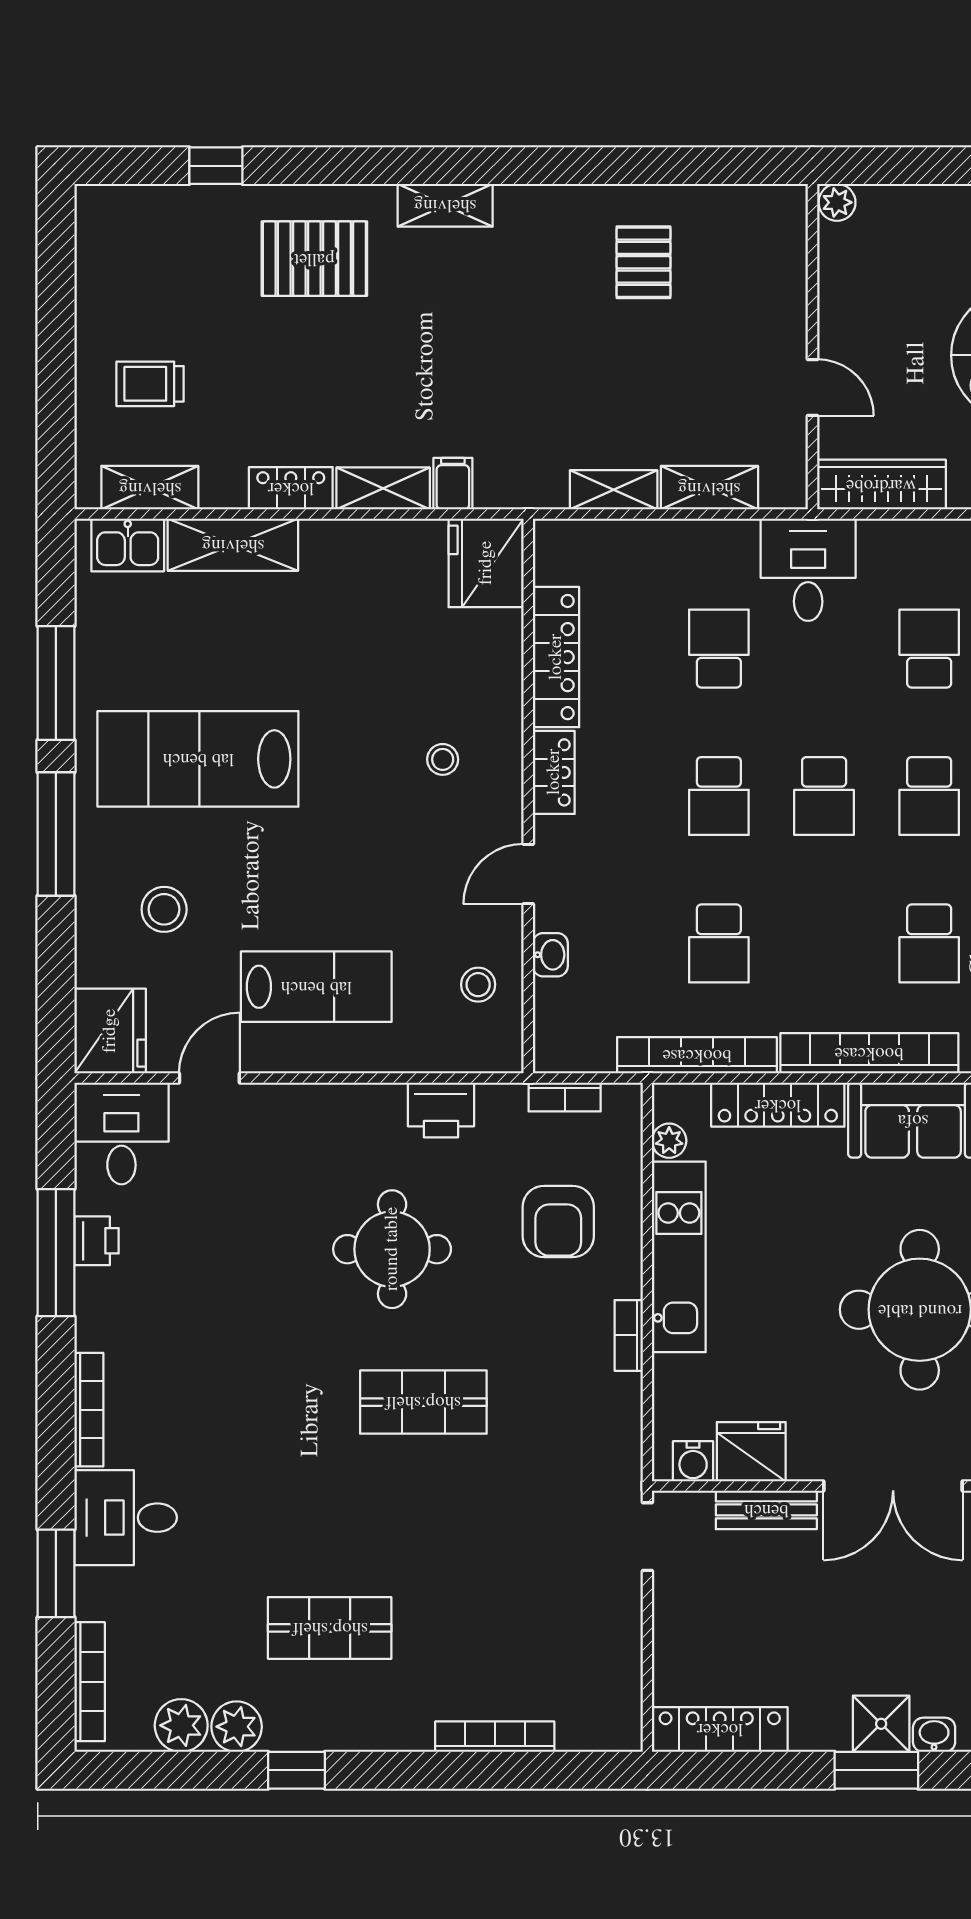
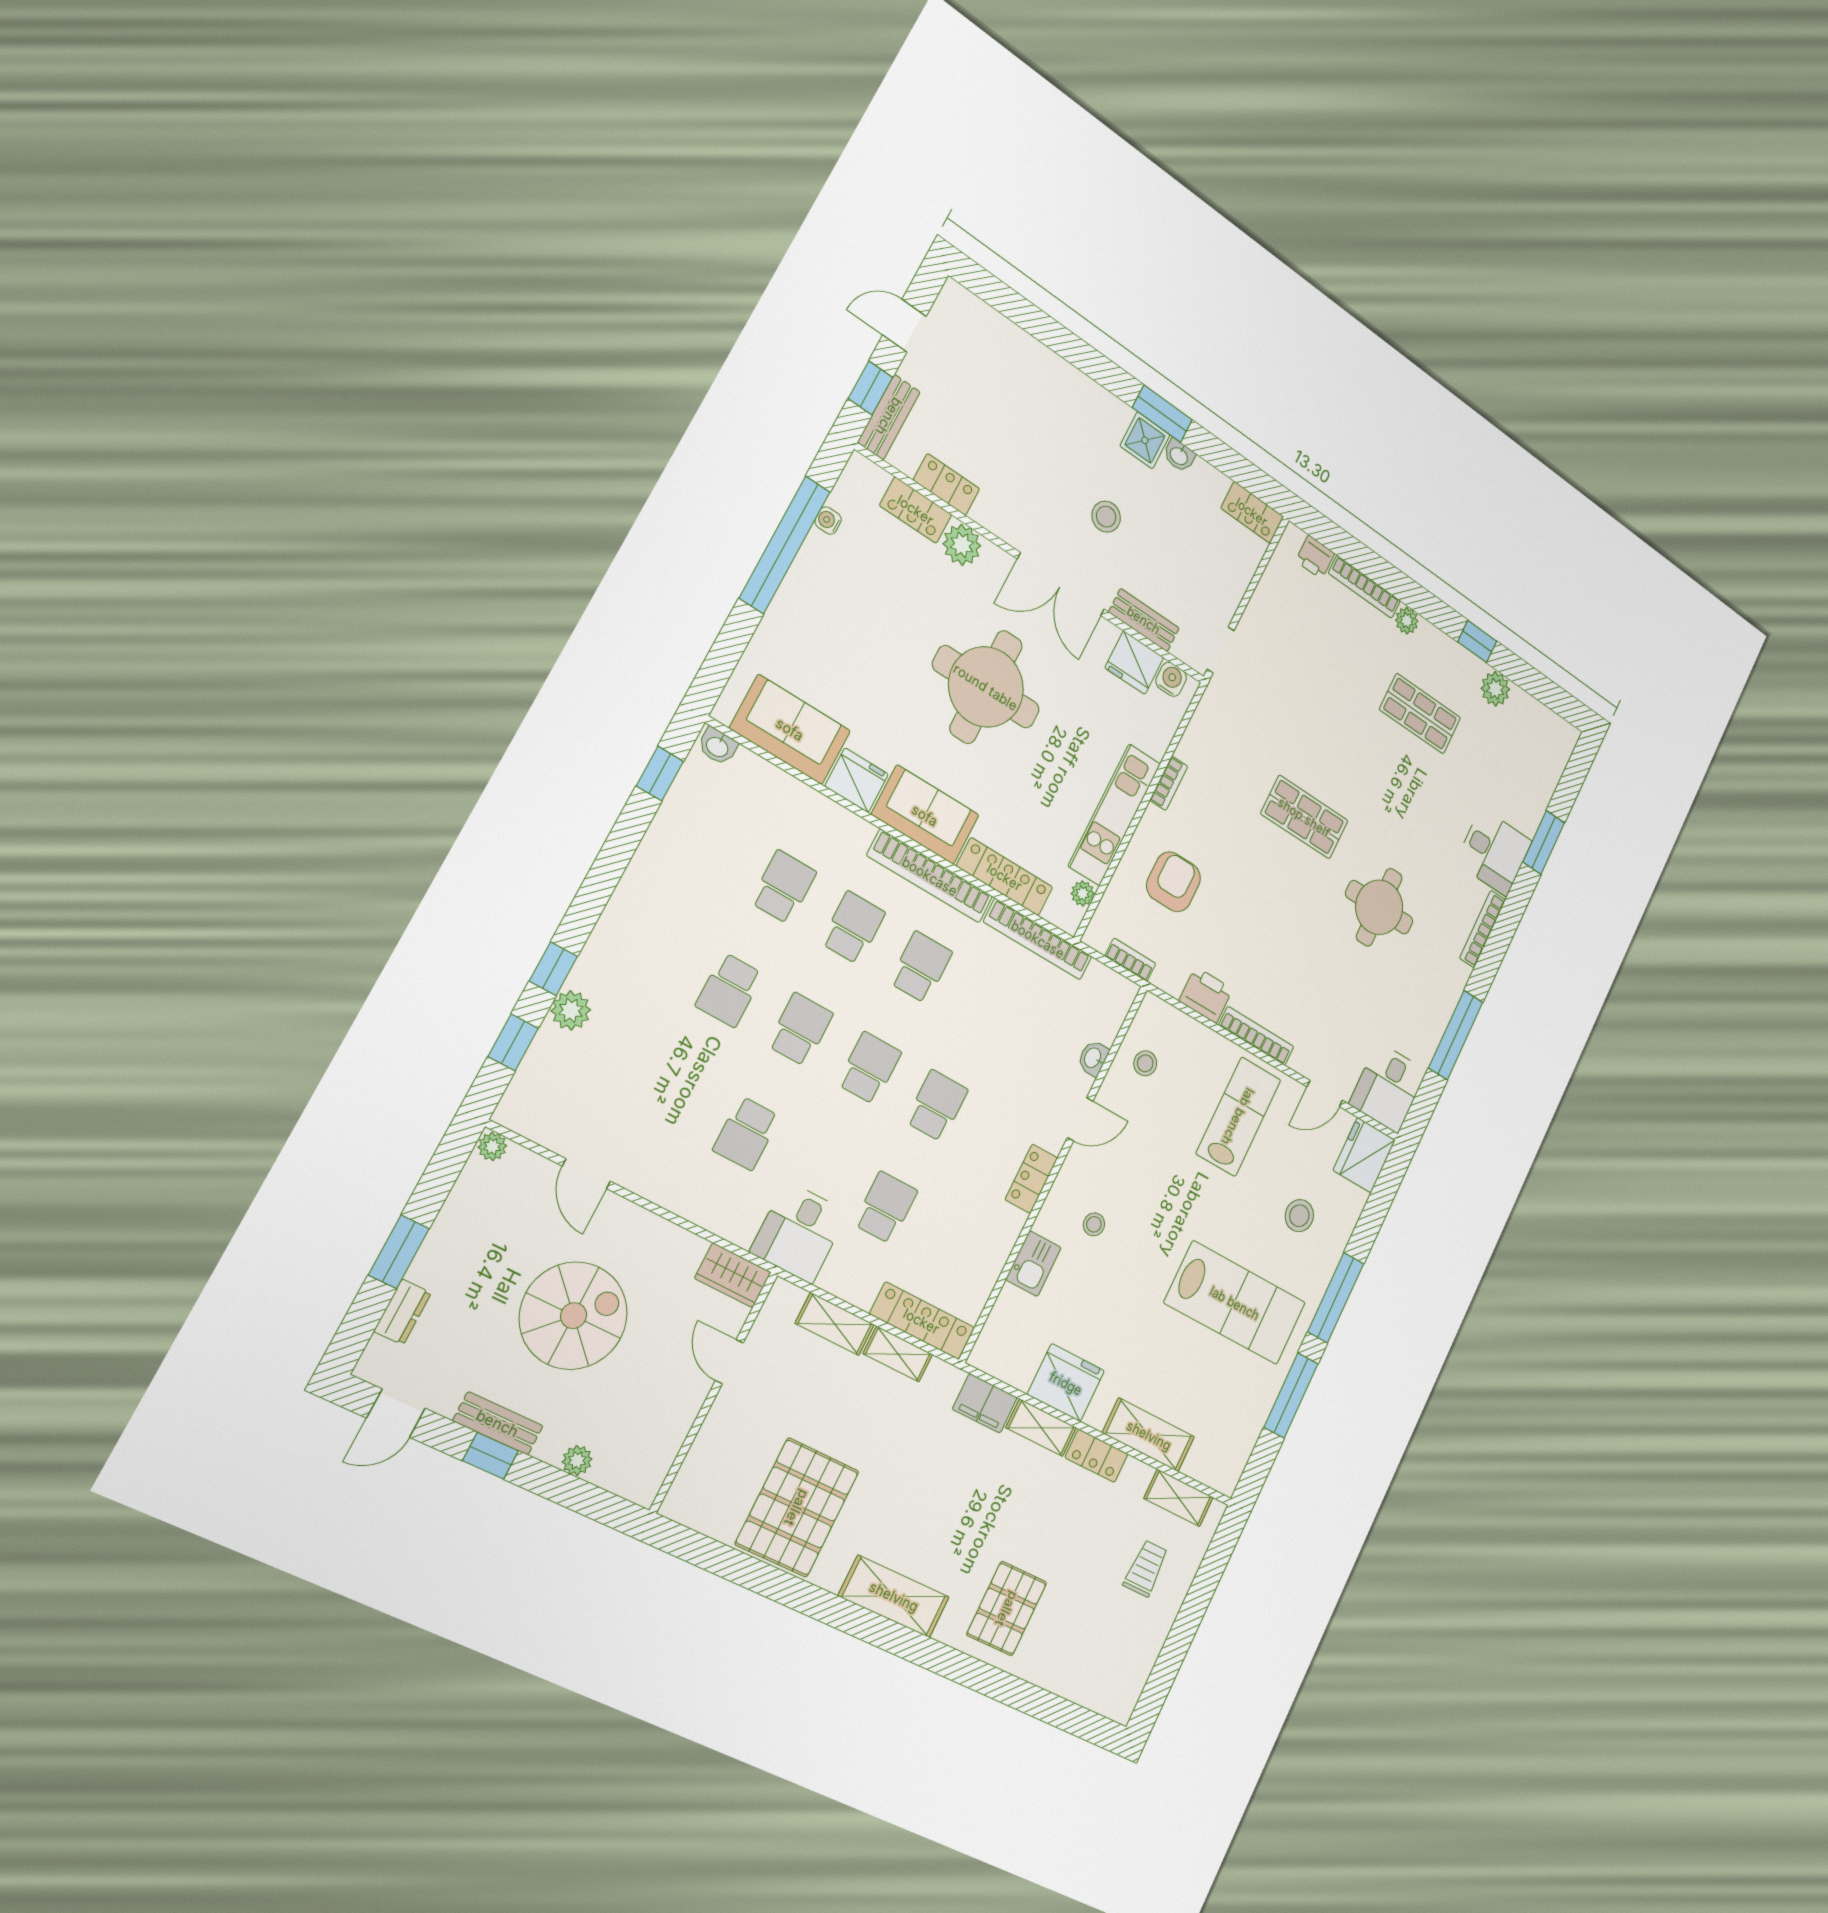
window: (216, 166) -> (1036, 1702), removed
plant: (837, 202) -> (577, 1460), moved
shelving: (445, 205) -> (894, 1596), width x1.50, depth x1.33
pallet: (314, 259) -> (1007, 1609), turned 90
pallet: (643, 262) -> (797, 1508), width x2.05, depth x2.00
trolley: (150, 384) -> (1146, 1568), turned -90
filing cabinet: (453, 484) -> (985, 1403), width x2.00
wardrobe: (881, 485) -> (733, 1275), width x0.67
kitchen sink: (128, 545) -> (1033, 1264), moved, turned 90
fridge: (486, 563) -> (1066, 1383), moved, turned -90
school desk: (719, 649) -> (886, 1207), turned 180
locker: (556, 657) -> (922, 1321), moved, turned 90
school desk: (719, 943) -> (921, 967), moved
lab bench: (316, 987) -> (1238, 1117), turned 90
printer: (96, 1241) -> (1315, 557), moved, turned -90
round table: (392, 1249) -> (1379, 907), moved
double door: (893, 1486) -> (1061, 584), swing flipped
stool: (880, 1601) -> (1106, 517), added
bookcase: (90, 1682) -> (1256, 1036), moved, turned 90
plant: (181, 1725) -> (1407, 621), moved, width x0.73, depth x0.73
locker: (720, 1729) -> (1252, 512), width x0.66
washbasin: (934, 1735) -> (1179, 456), moved

